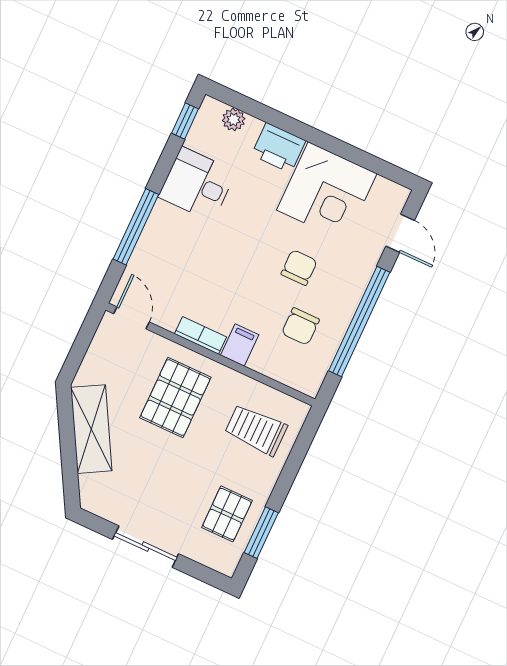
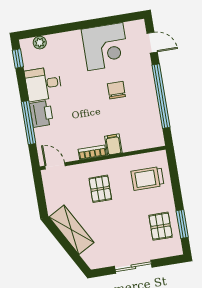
printer: (279, 148) -> (41, 114), moved, turned -90
chair: (300, 326) -> (136, 117), removed
pallet: (175, 397) -> (100, 189), width x0.67, depth x0.71

